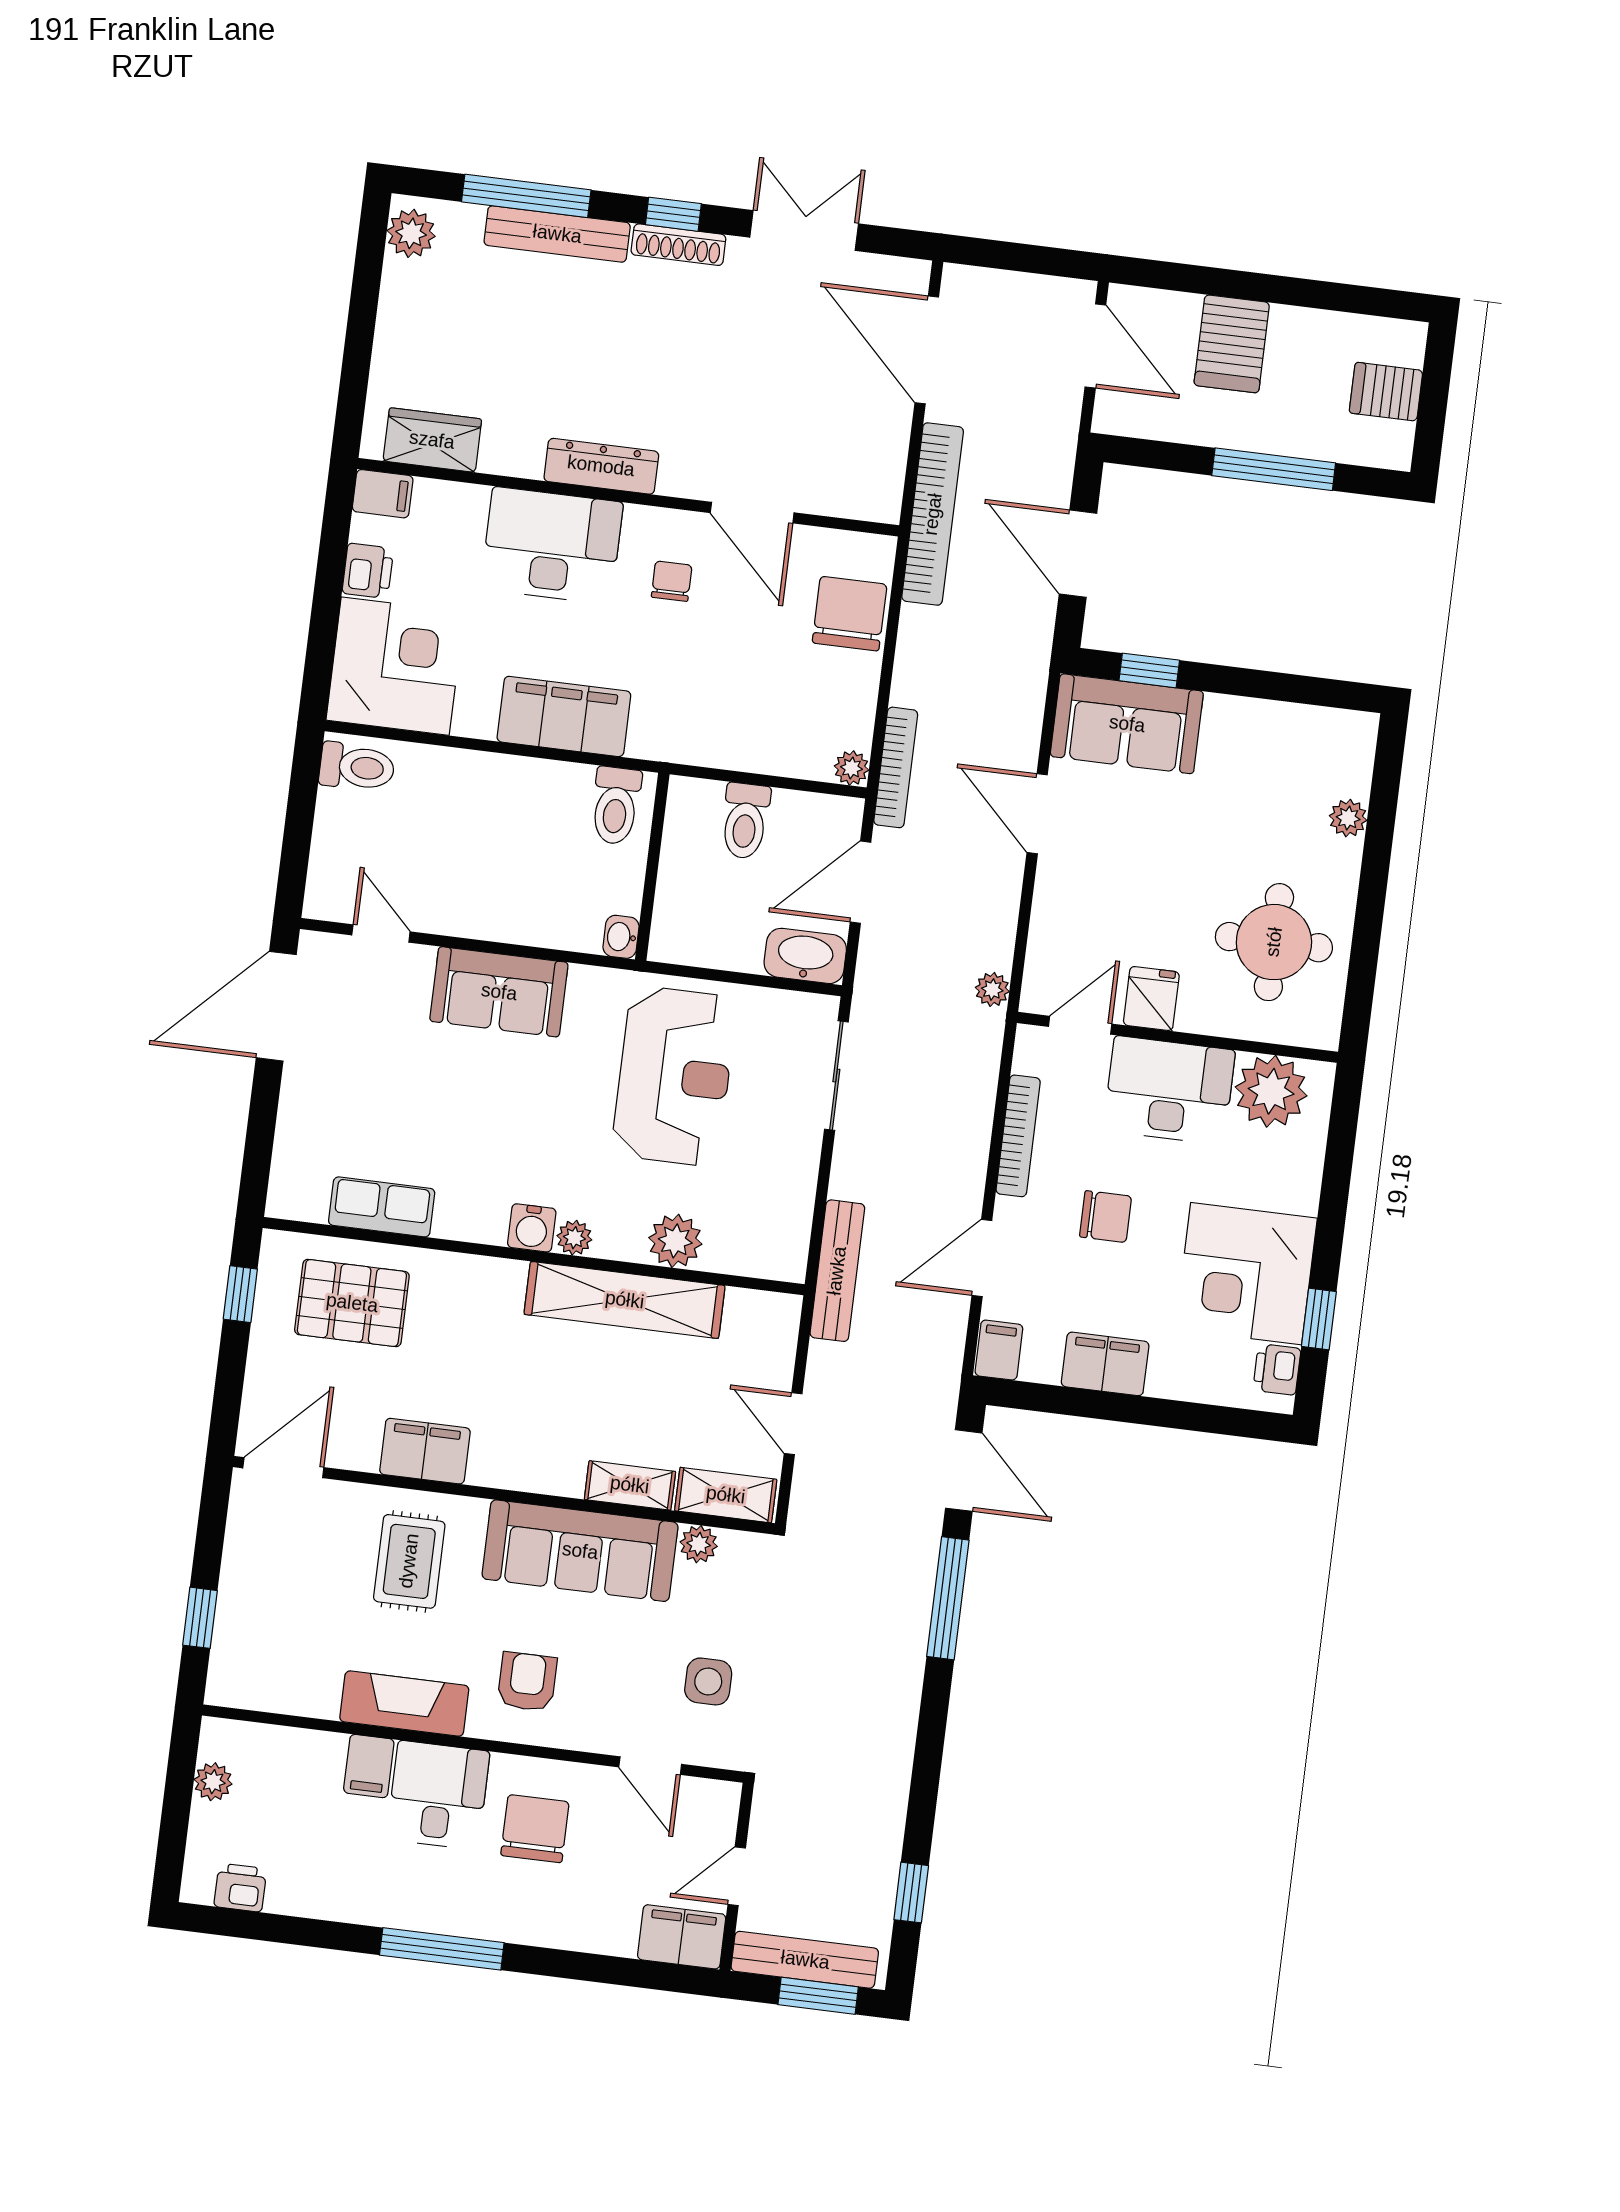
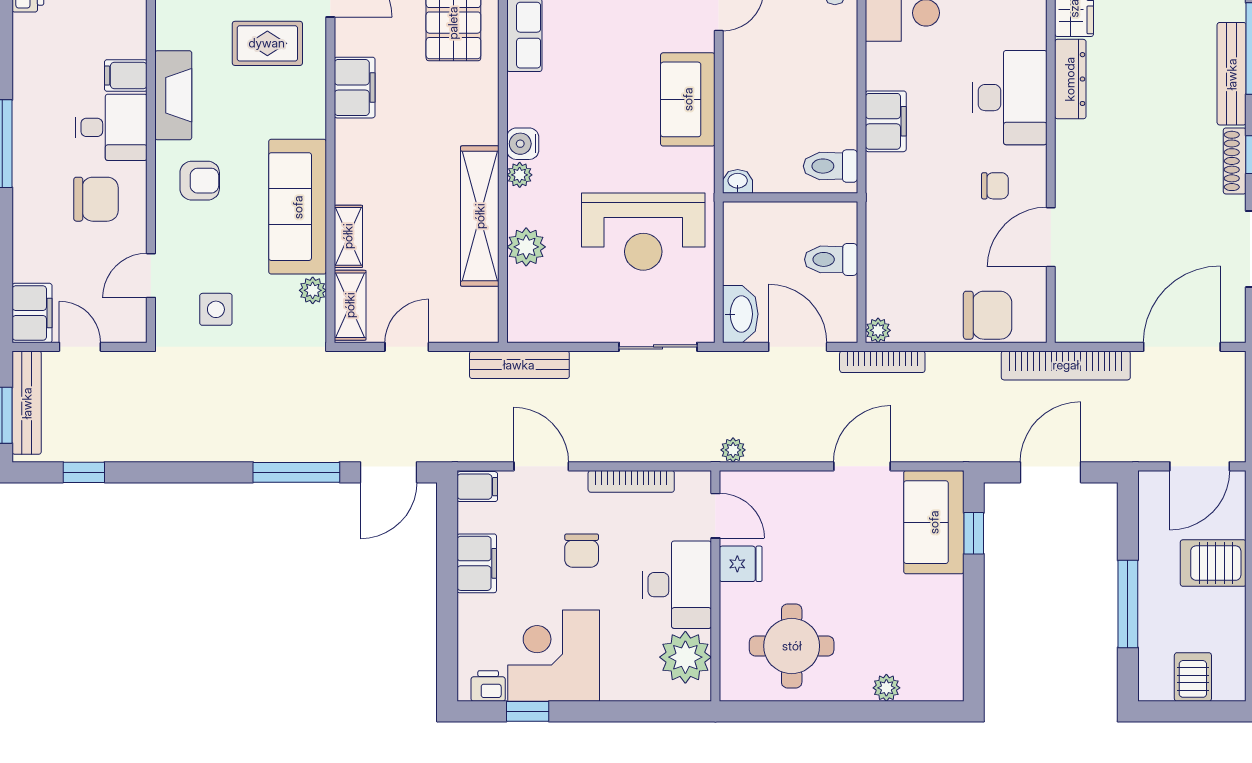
dresser: (601, 466) -> (1070, 79), moved
filing cabinet: (564, 716) -> (886, 121), width x0.67, depth x0.86
rug: (409, 1561) -> (267, 43), moved

